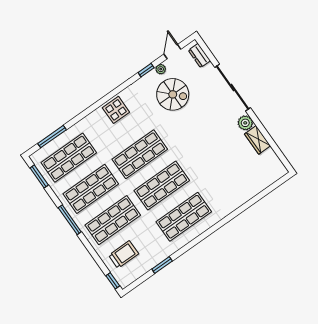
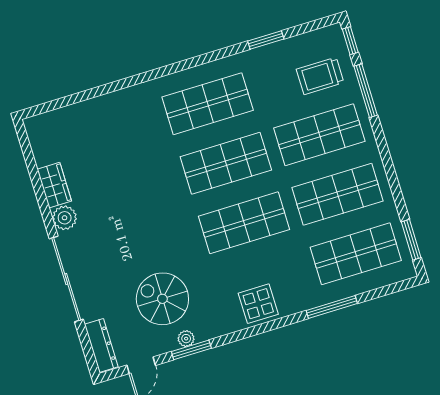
dresser: (199, 56) -> (101, 345), width x1.44
plant: (161, 69) -> (186, 339), moved
window: (146, 70) -> (191, 350), width x1.50
window: (52, 137) -> (332, 307), moved
window: (70, 220) -> (366, 91), moved

